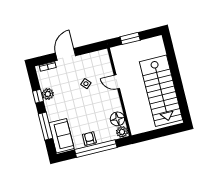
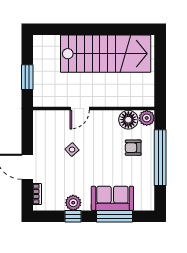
sofa: (61, 136) -> (112, 198), moved
armchair: (89, 139) -> (133, 148), moved

